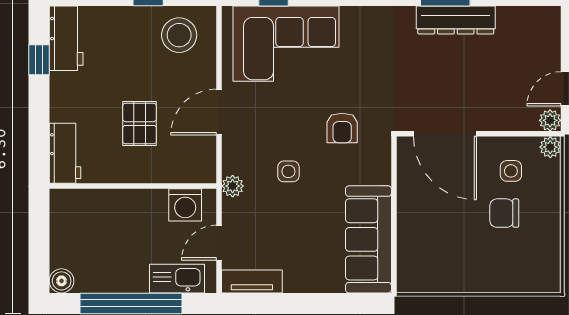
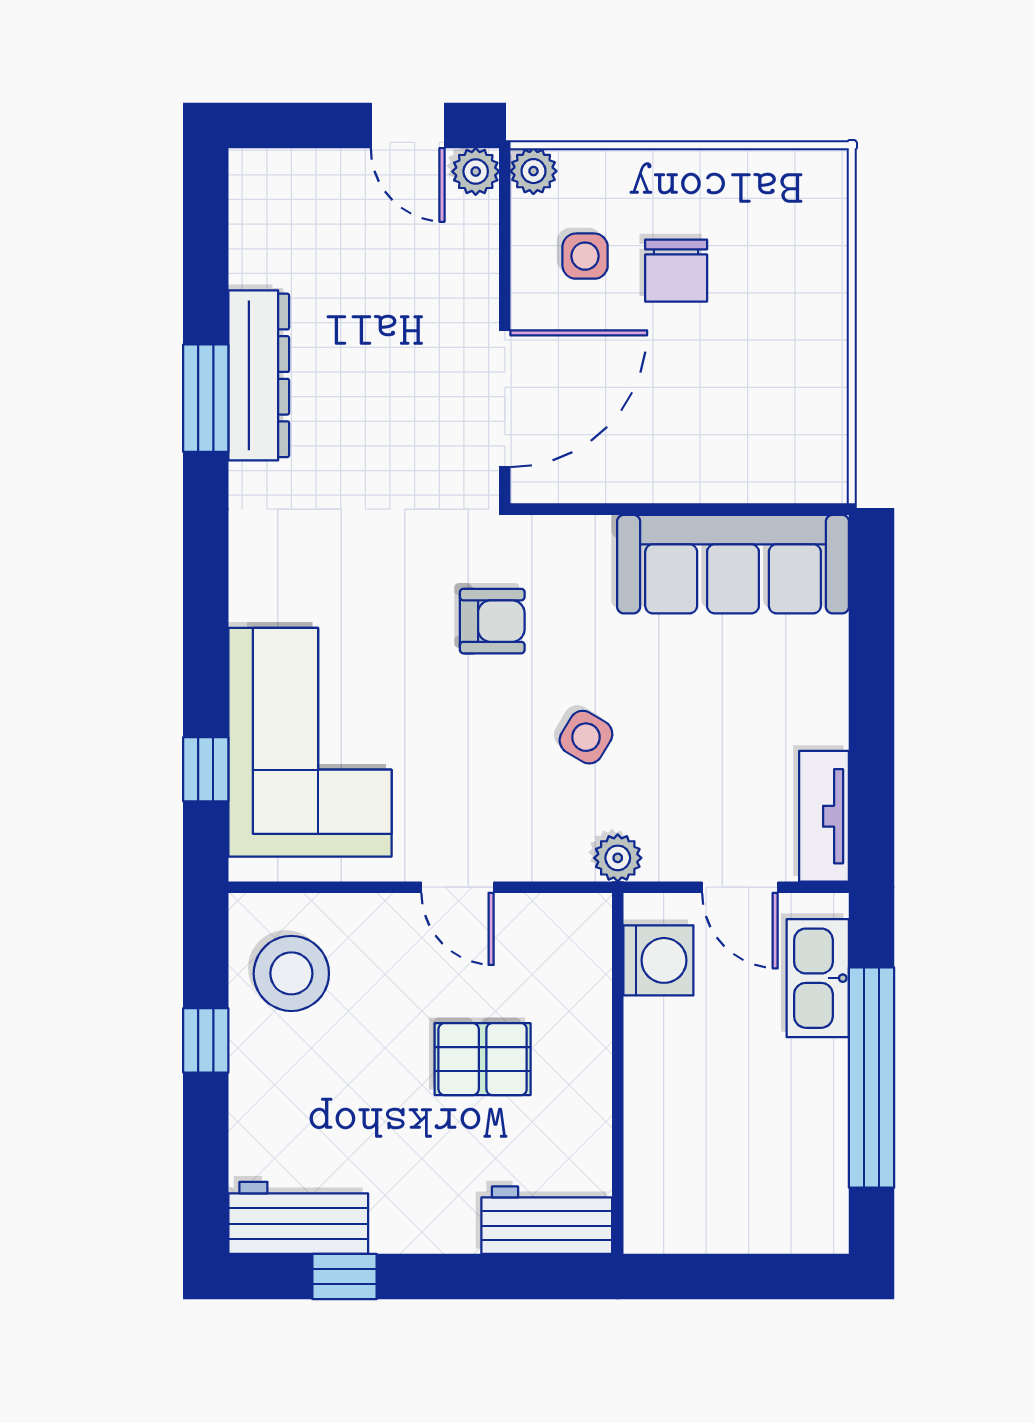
door: (219, 112) -> (458, 887), width x0.73
side table: (288, 171) -> (586, 737), turned 31
boiler: (62, 281) -> (823, 1228), removed

